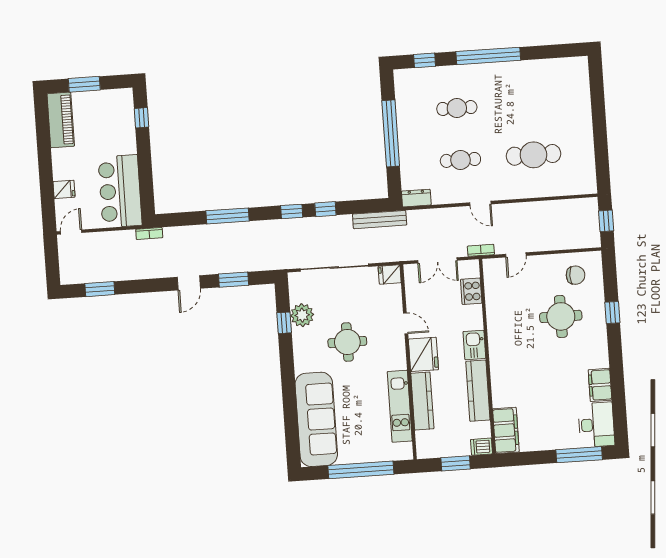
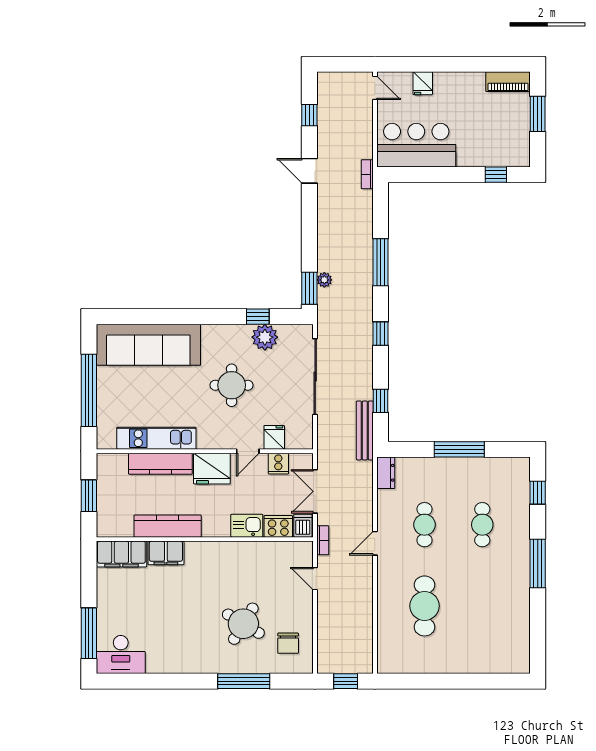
window: (488, 56) -> (538, 563), width x0.68
piano: (61, 120) -> (508, 82), width x0.73, depth x0.75
window: (391, 133) -> (459, 449), width x0.68
window: (325, 209) -> (380, 401), moved
plant: (247, 265) -> (324, 280), added
fridge: (390, 275) -> (274, 437), moved
window: (234, 280) -> (309, 288), moved
door: (189, 283) -> (309, 171), moved
window: (100, 289) -> (309, 115), width x0.67
cooker: (415, 295) -> (278, 464), added
window: (612, 312) -> (244, 681), width x2.17
round table: (561, 316) -> (243, 624), turned 31
kitchen sink: (474, 345) -> (247, 526), moved
filing cabinet: (600, 385) -> (166, 553), moved, turned 180
dishwasher: (481, 447) -> (303, 526), moved

